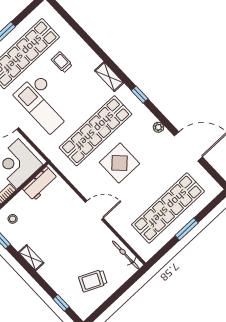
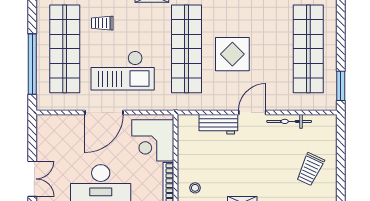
workbench: (40, 184) -> (218, 124), moved, turned 90
window: (187, 229) -> (341, 86), moved
bicycle: (126, 255) -> (289, 121), moved

